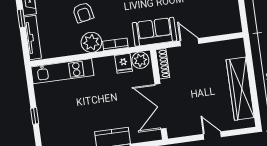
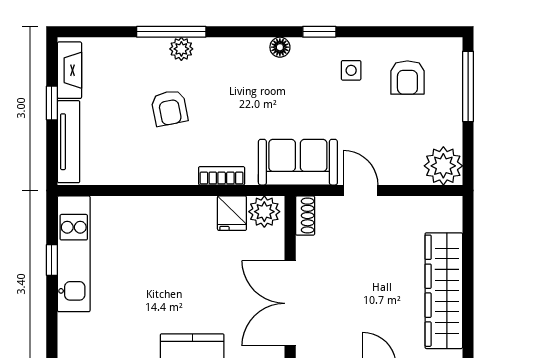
plant: (91, 42) -> (443, 166), moved
shoe rack: (163, 64) -> (305, 216), width x0.70
kitchen unit: (62, 71) -> (74, 254), moved, turned -90
window: (35, 116) -> (52, 260), moved

